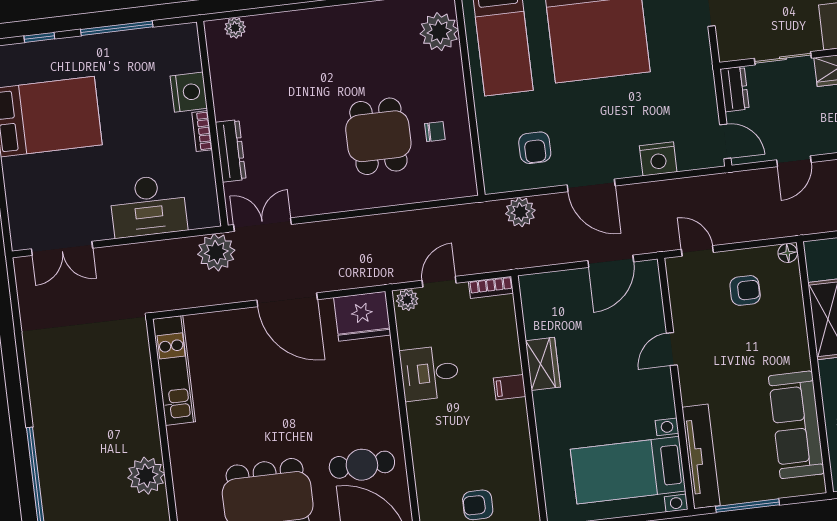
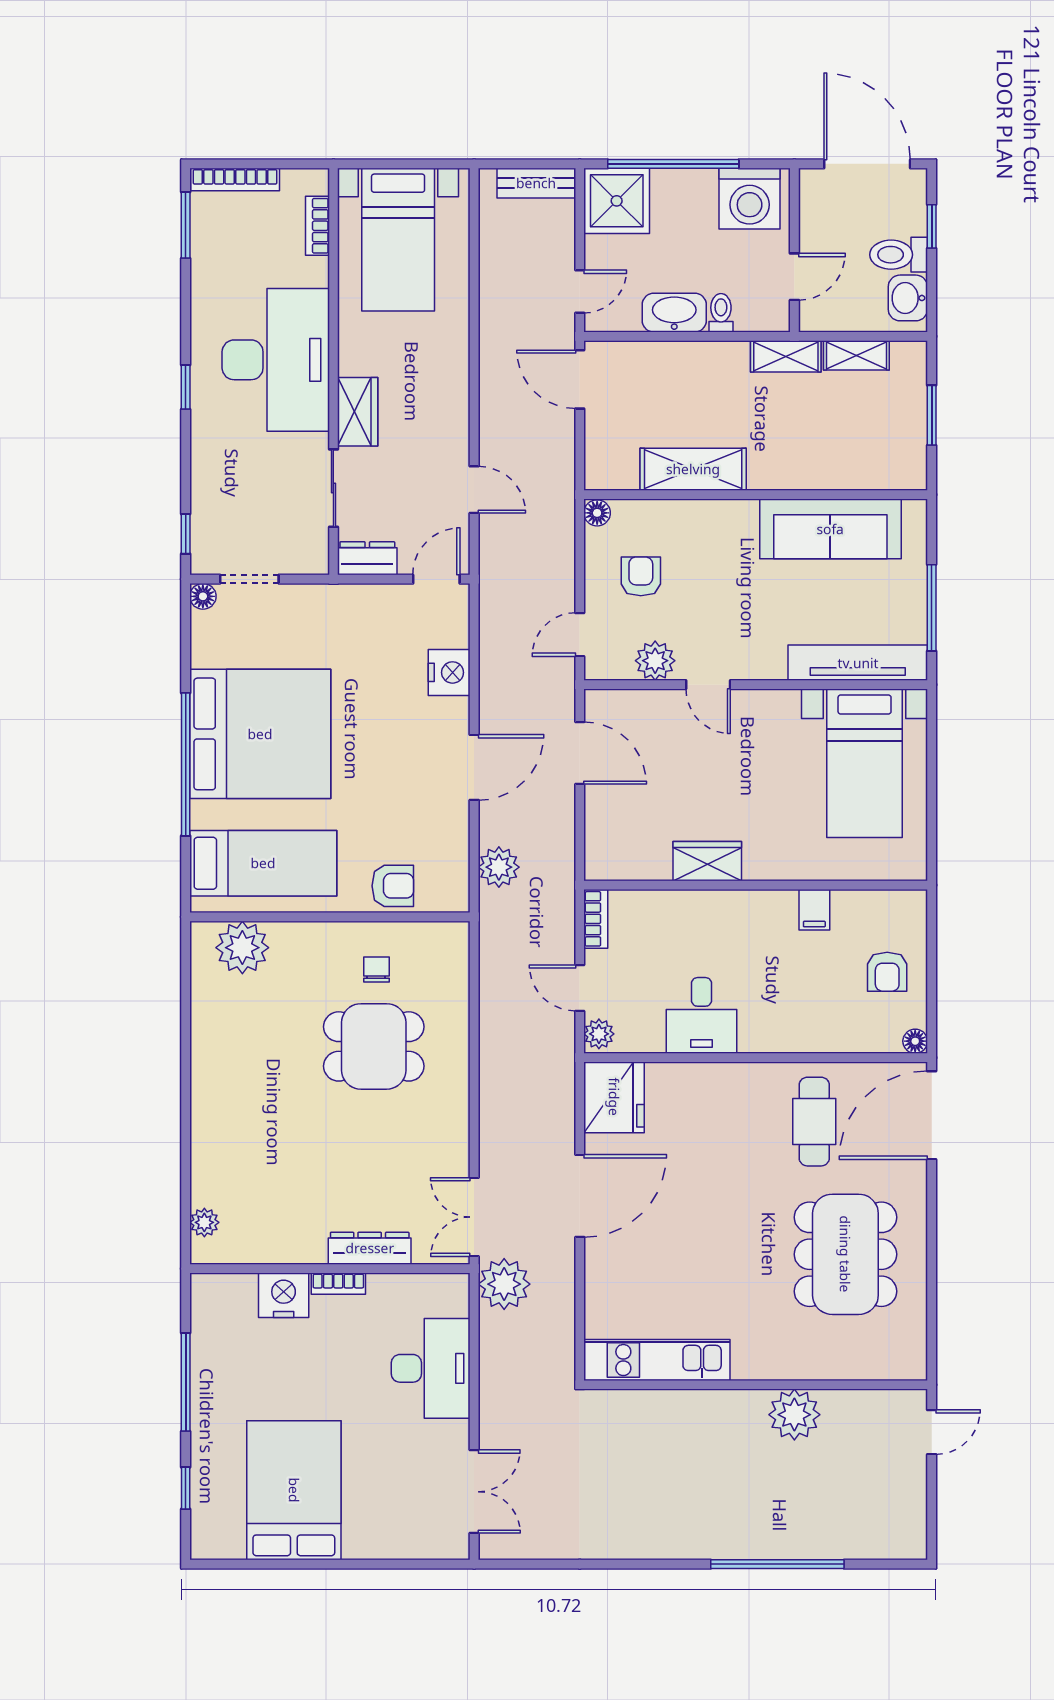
armchair: (535, 148) -> (393, 886), moved
plant: (685, 308) -> (655, 661), added
filing cabinet: (510, 387) -> (814, 910), moved

